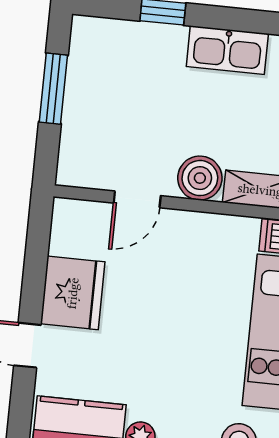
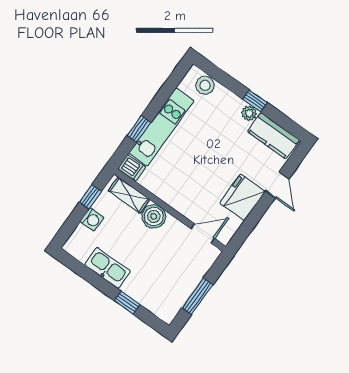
door: (137, 199) -> (203, 234), moved

